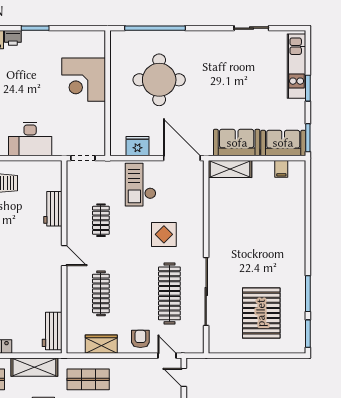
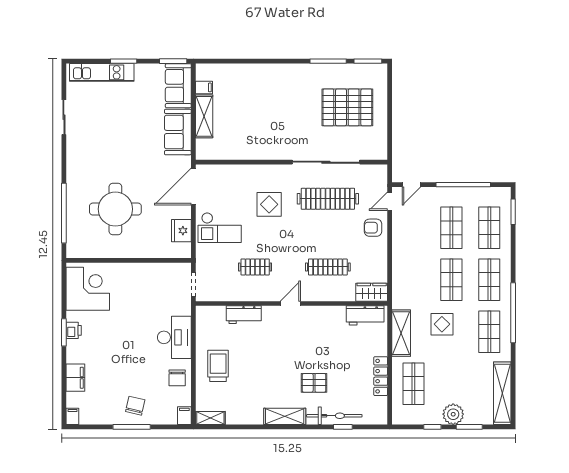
printer: (13, 38) -> (74, 330), moved
corner desk: (84, 80) -> (88, 289), moved, turned -90
shelving: (230, 169) -> (204, 116), moved
wardrobe: (101, 344) -> (372, 292), moved, turned 90
shop shelf: (88, 379) -> (413, 280), removed

